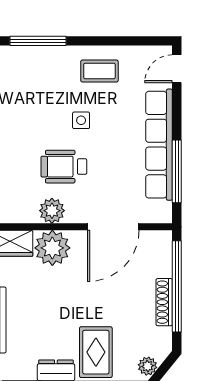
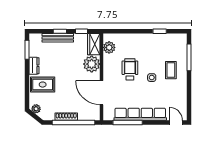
coffee table: (99, 71) -> (171, 70), moved
plant: (52, 211) -> (109, 47), moved

